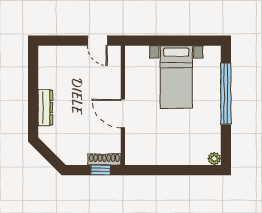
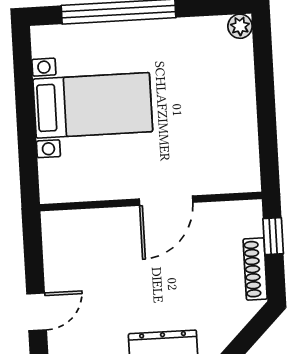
door: (97, 41) -> (37, 312), moved
shoe rack: (104, 159) -> (255, 269), moved

